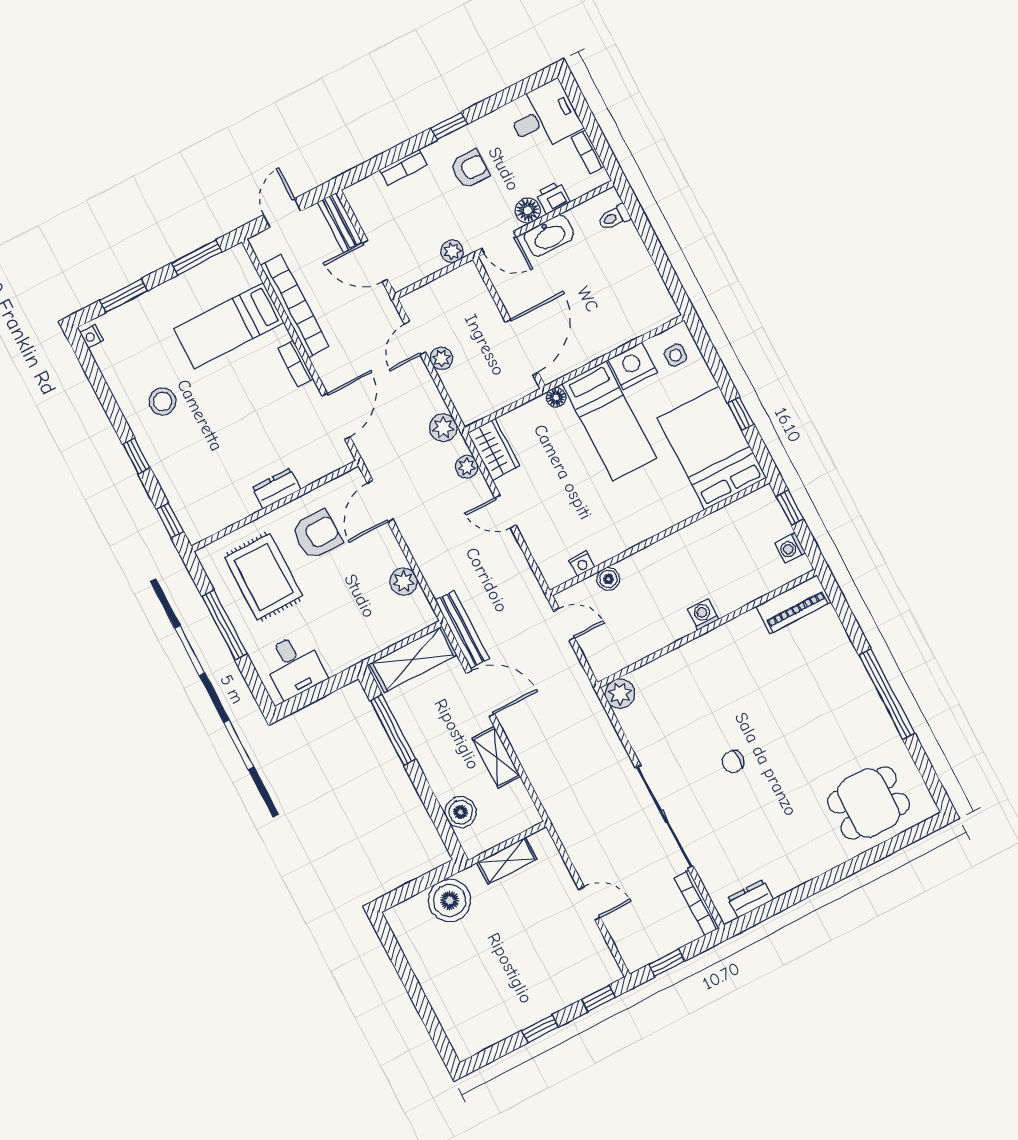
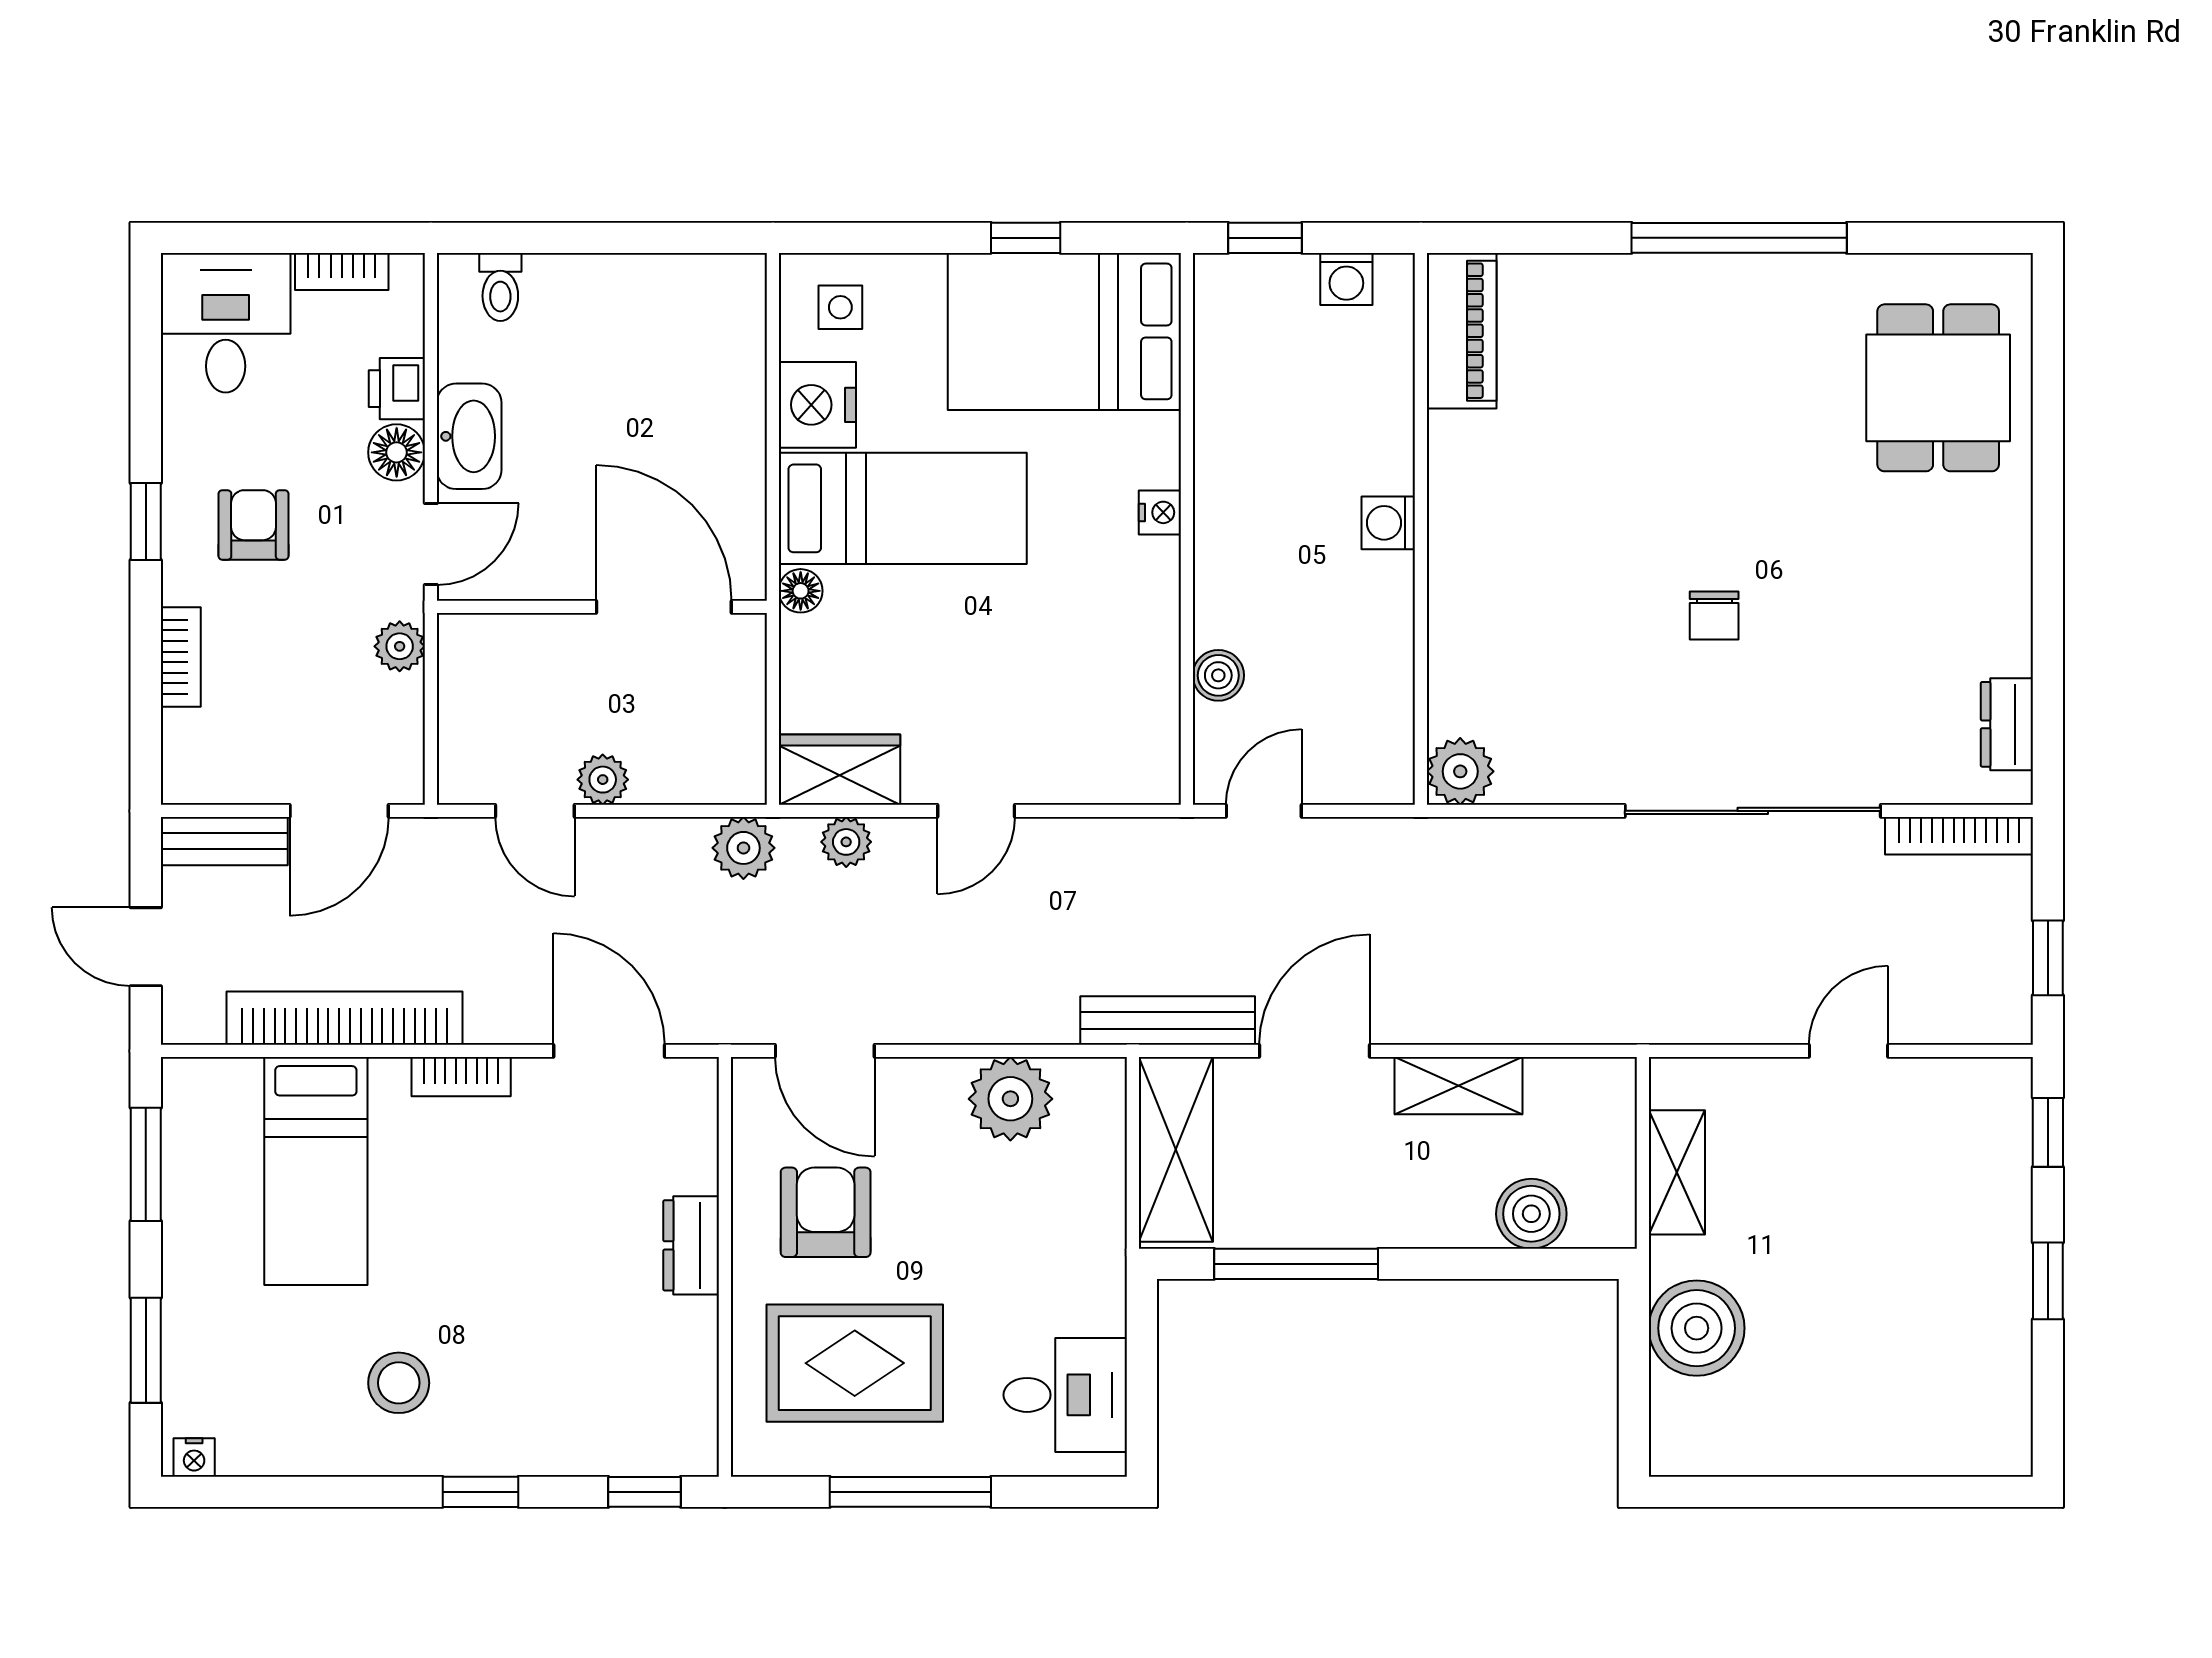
nightstand: (582, 564) -> (1160, 512), moved
plant: (404, 582) -> (1010, 1099), width x1.36, depth x1.36

